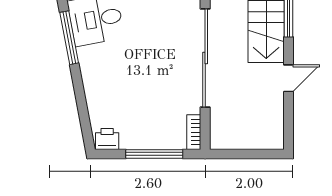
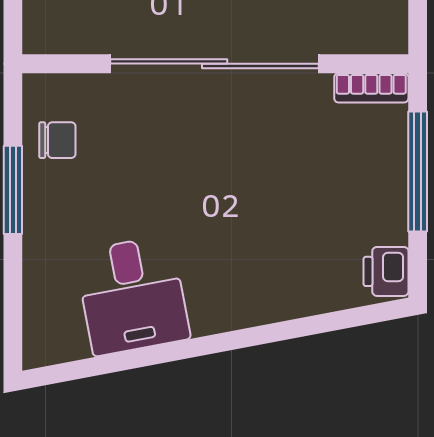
window: (69, 38) -> (171, 352), removed

